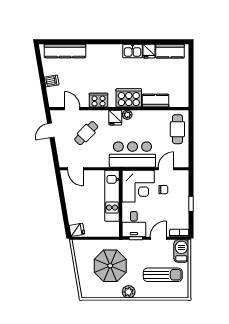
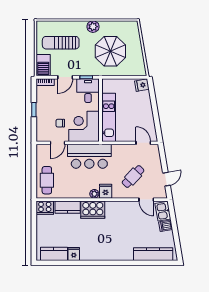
kitchen sink: (133, 51) -> (163, 211), moved, turned -100
cooker: (98, 100) -> (45, 208), moved

